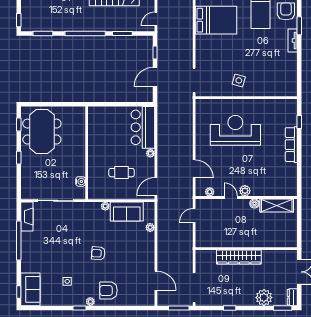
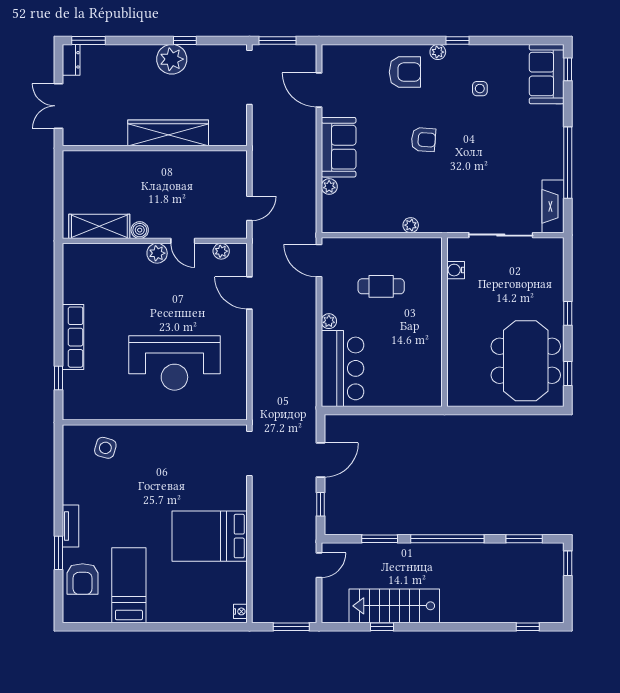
bed: (216, 20) -> (210, 536), moved
side table: (239, 80) -> (105, 448), moved
door: (156, 187) -> (319, 261), swing flipped
sofa: (127, 212) -> (339, 147), moved, turned 90
plant: (264, 298) -> (172, 59), moved

